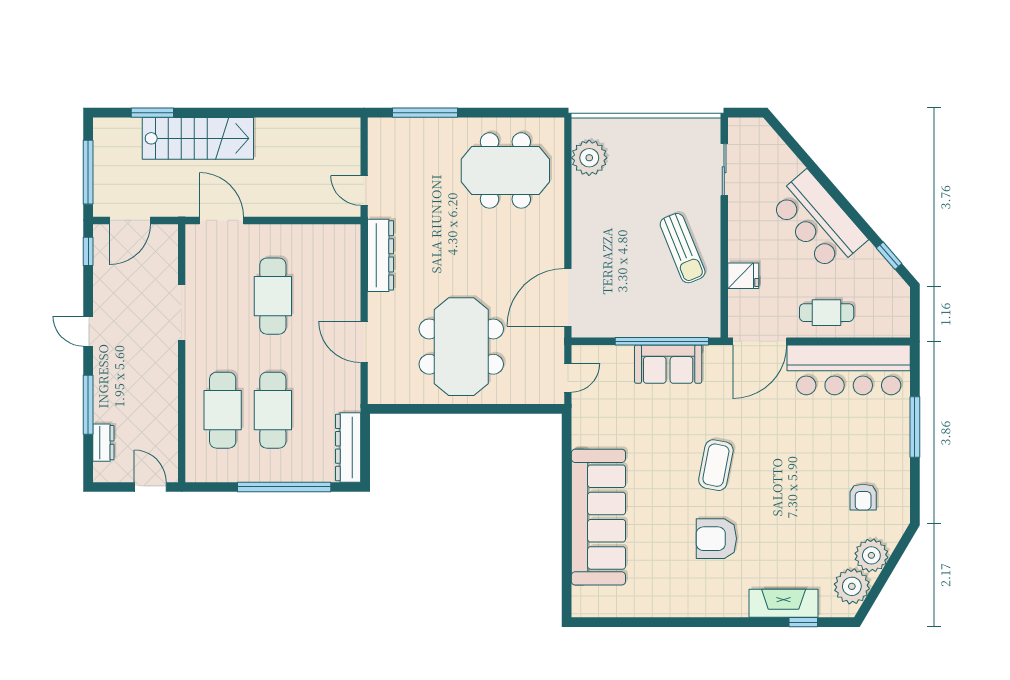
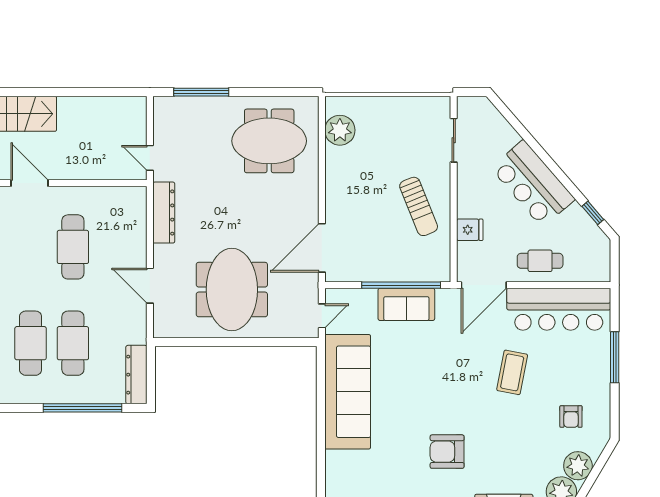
coffee table: (716, 465) -> (512, 372), moved
sofa: (598, 517) -> (348, 392), moved

